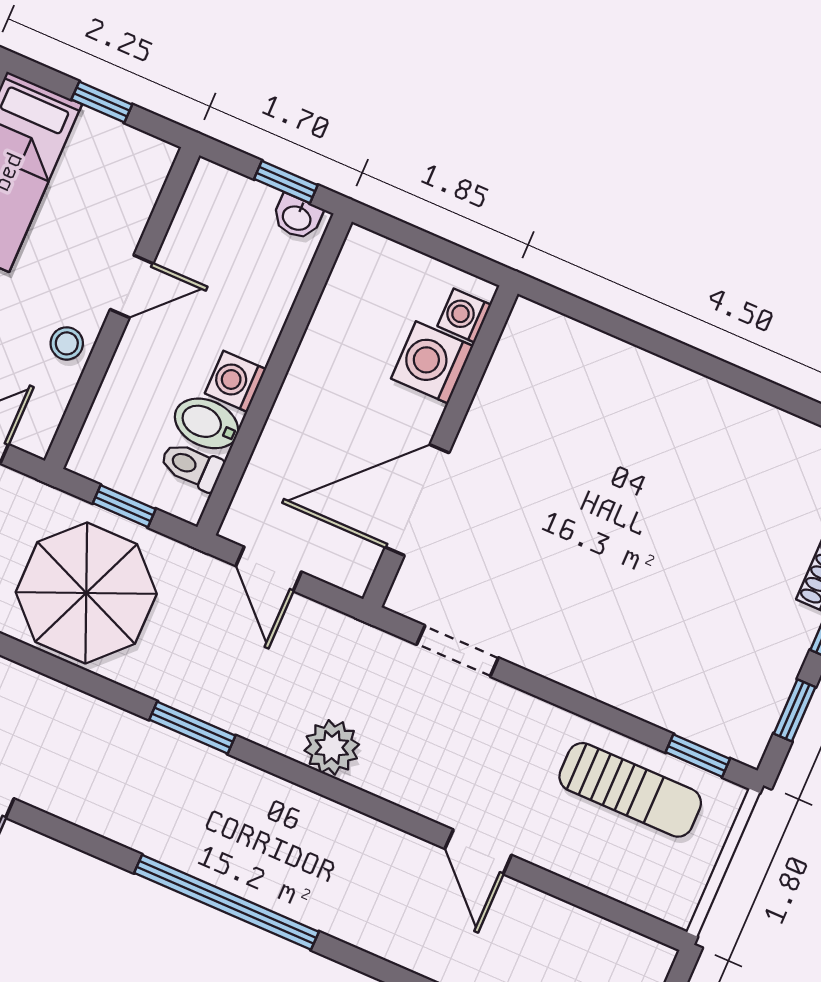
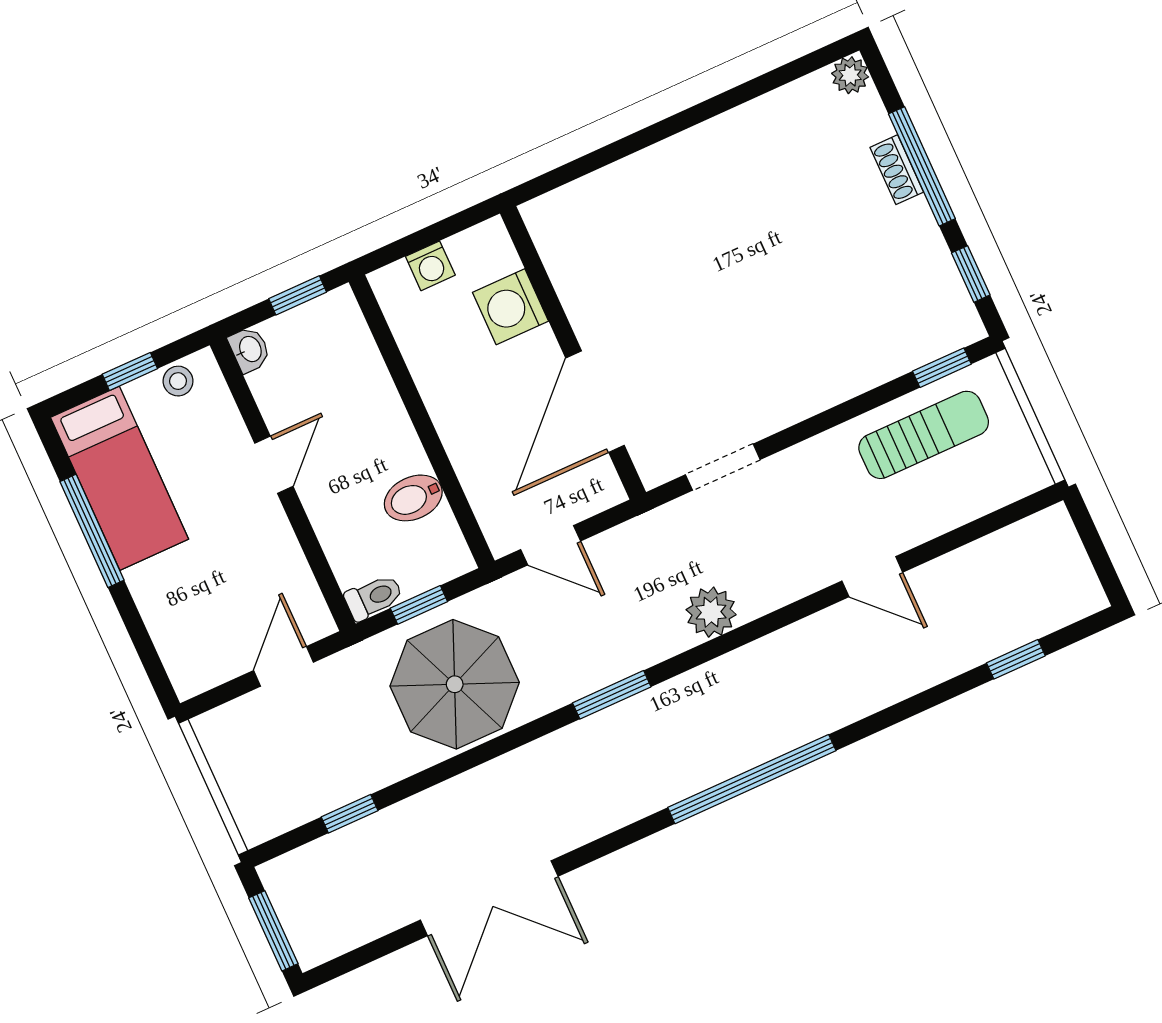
washbasin: (297, 217) -> (250, 349), moved, turned -90
washing machine: (464, 315) -> (430, 266), moved, turned -90
stool: (67, 343) -> (178, 381), moved
washing machine: (235, 381) -> (402, 452), removed
toilet: (192, 466) -> (374, 597), moved, turned 180

